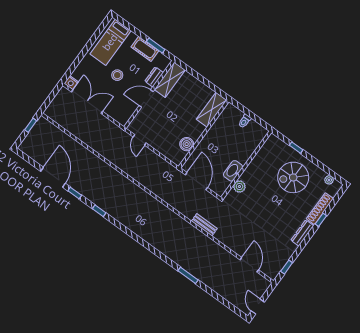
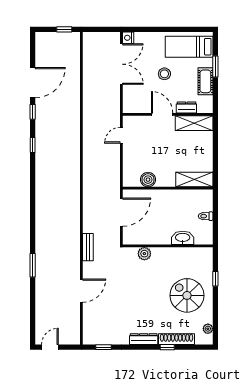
window: (156, 46) -> (215, 66), moved
washbasin: (233, 171) -> (183, 238), moved
door: (249, 265) -> (81, 291), moved

